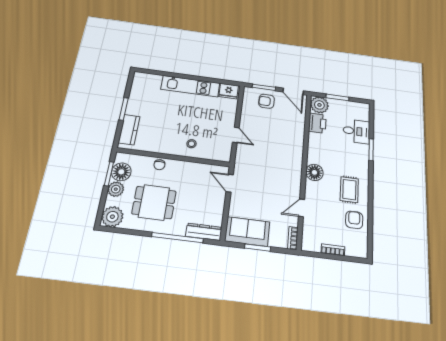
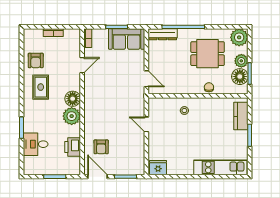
kitchen unit: (190, 86) -> (220, 167), moved
armchair: (266, 101) -> (101, 147), moved, turned 90
plant: (319, 105) -> (72, 116), moved

